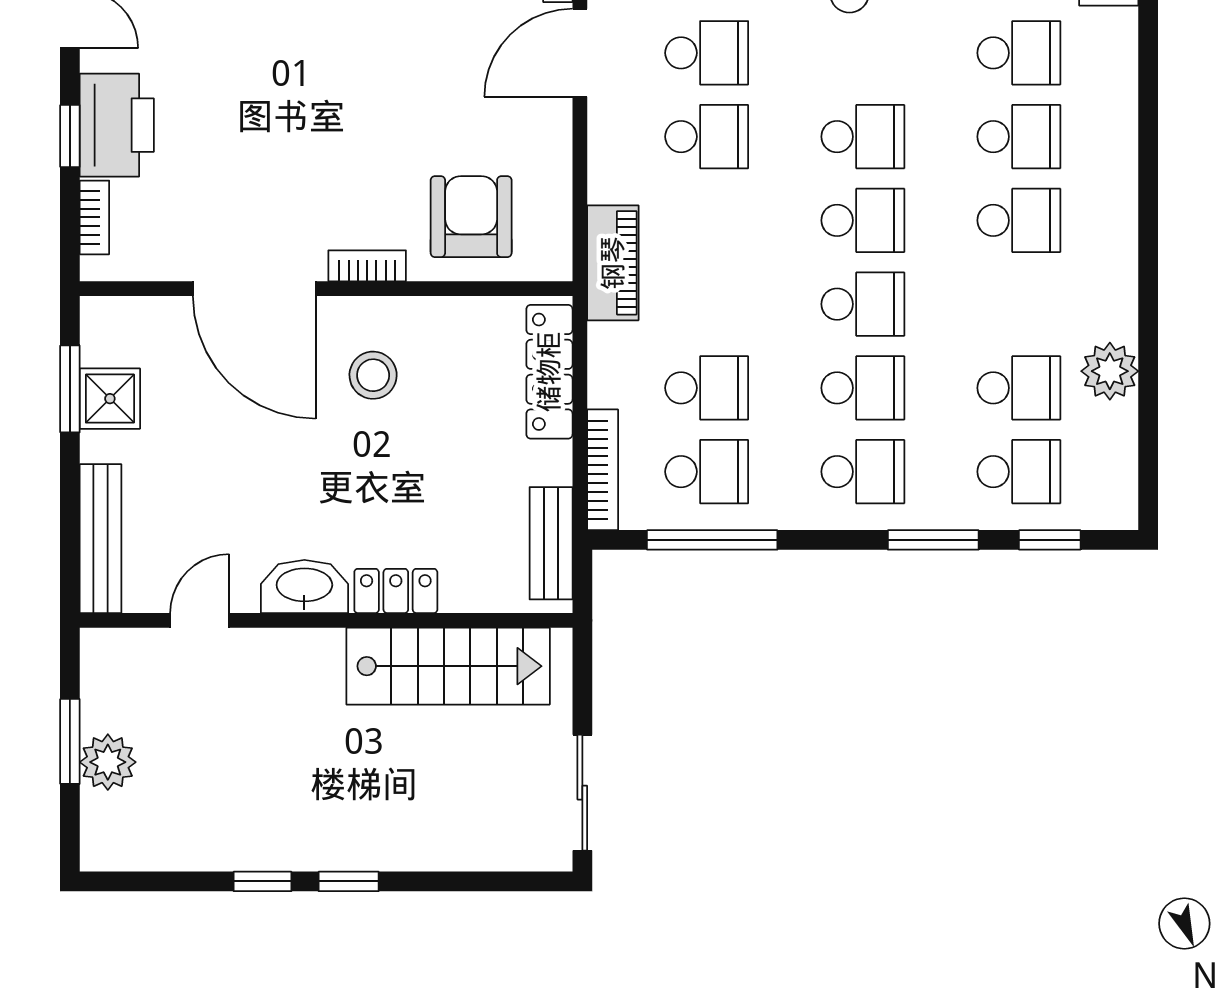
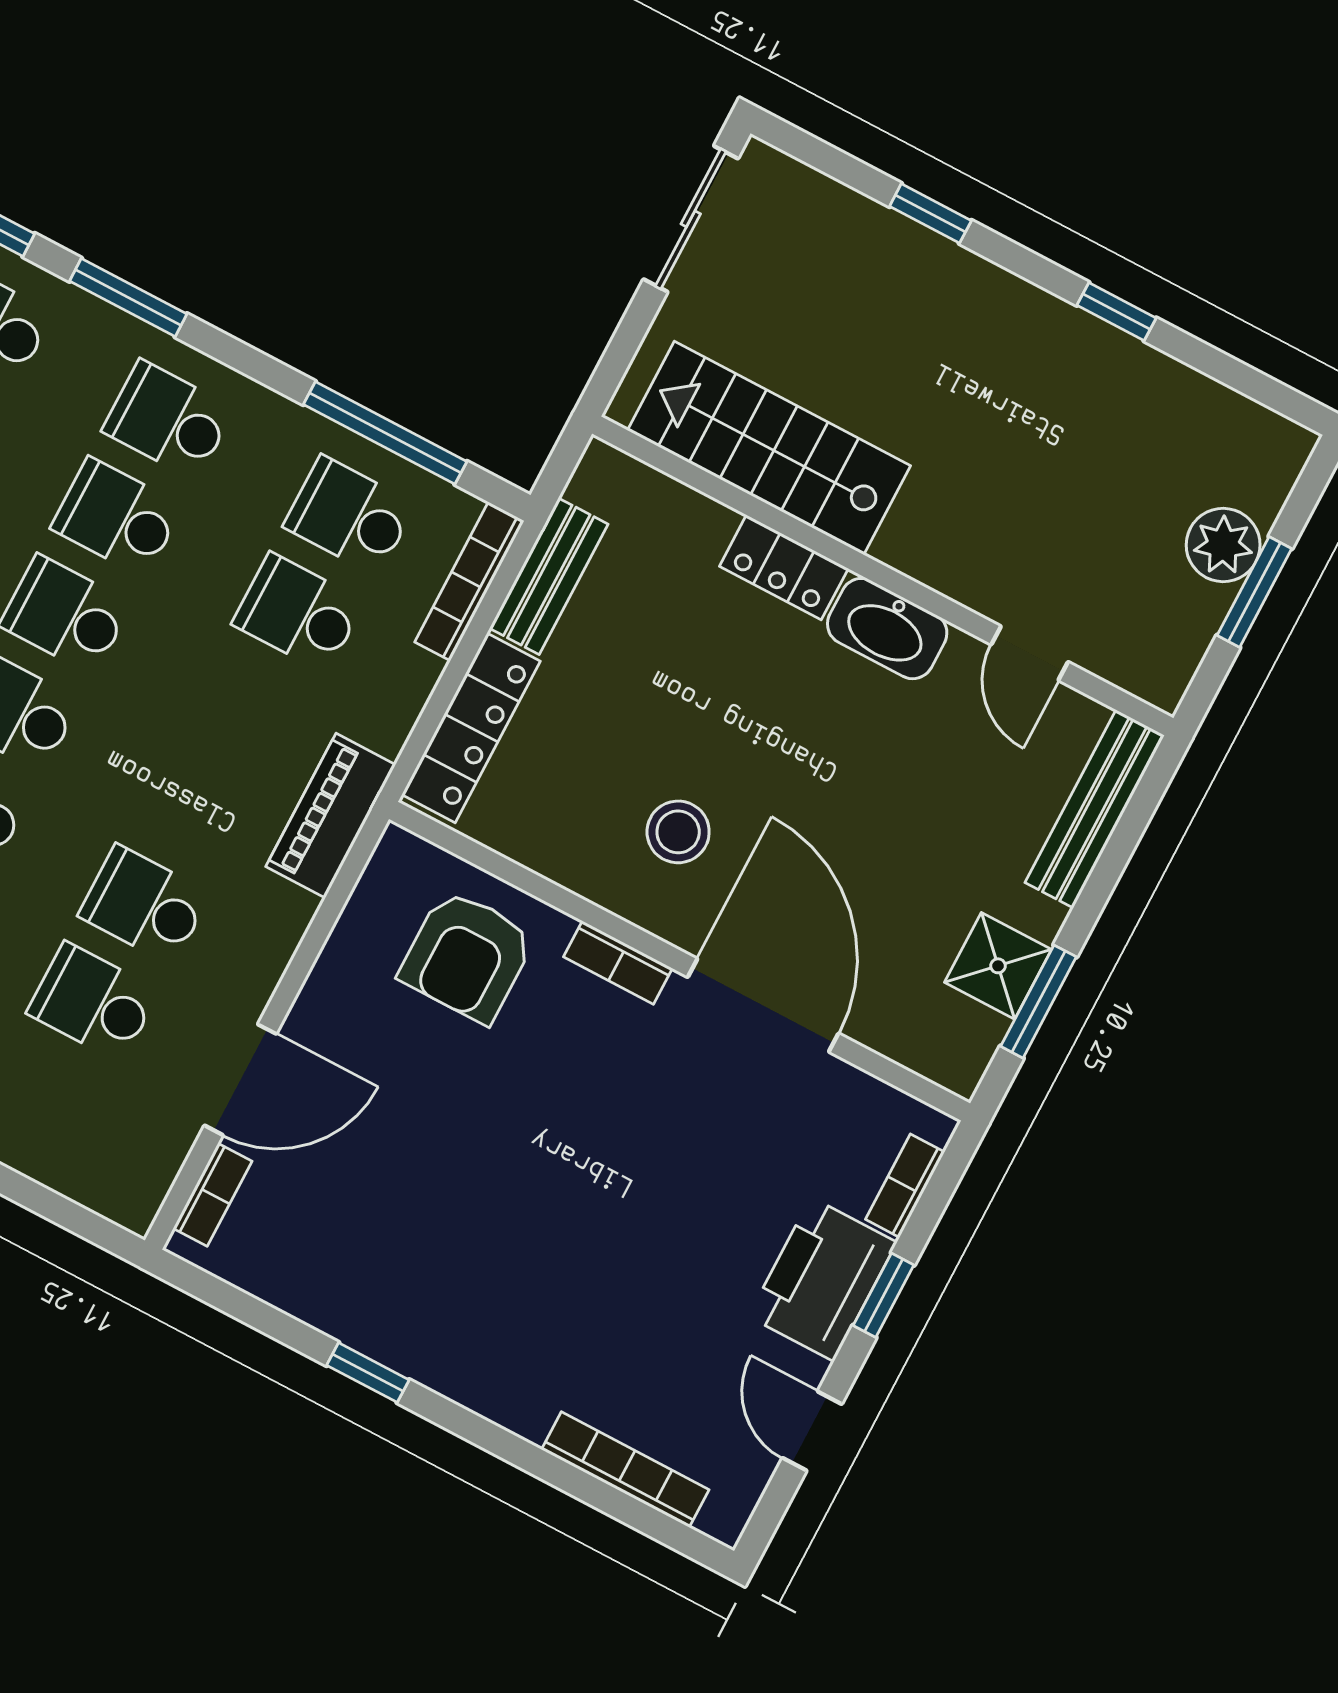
bench: (551, 543) -> (549, 576), moved
door: (200, 620) -> (1030, 653), hinge flipped
window: (349, 881) -> (930, 213), moved

